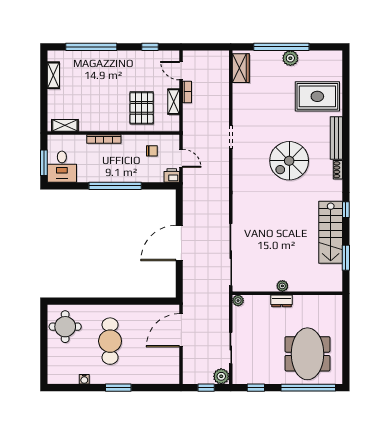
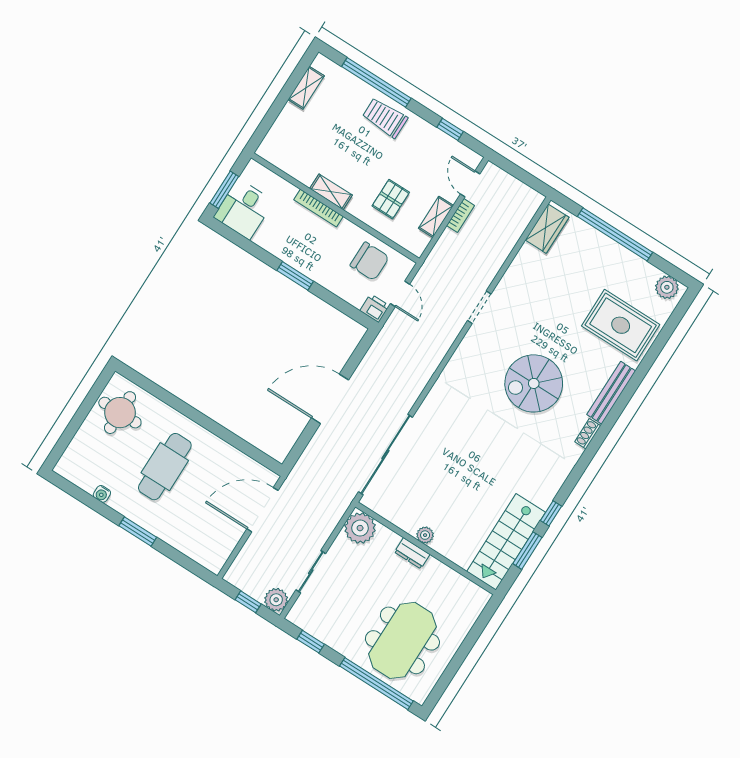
plant: (290, 58) -> (667, 287), moved
trolley: (109, 64) -> (385, 118), added
pallet: (142, 108) -> (391, 199), width x0.67, depth x0.71
shelving: (65, 125) -> (331, 192), moved
chair: (152, 151) -> (370, 261), width x1.87, depth x1.87
window: (115, 186) -> (295, 276), width x0.47
window: (346, 210) -> (551, 513), moved
stairs: (331, 232) -> (506, 542), moved
plant: (238, 301) -> (360, 528), width x1.87, depth x1.87

